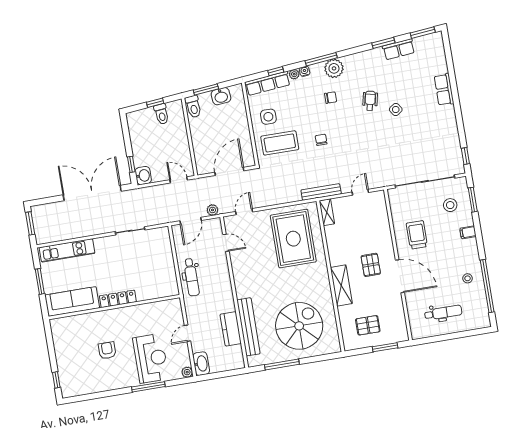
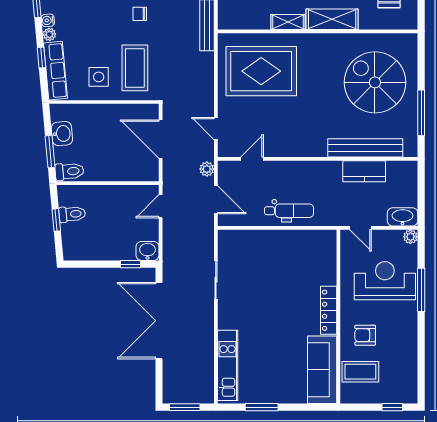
shelving: (327, 212) -> (288, 22), moved
locker: (118, 299) -> (329, 310), moved
sofa: (72, 302) -> (322, 370), moved
wall: (114, 307) -> (338, 317), moved
coffee table: (79, 351) -> (360, 372), added

